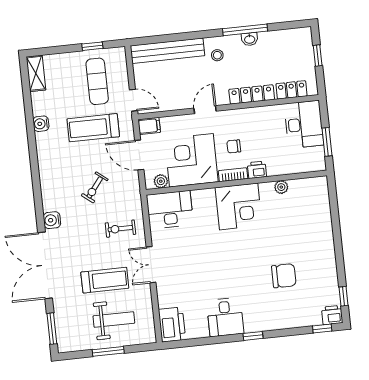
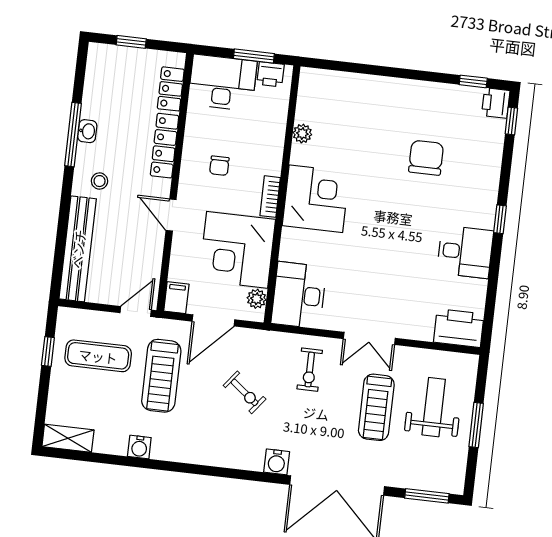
chair: (234, 146) -> (219, 166), moved
printer: (257, 170) -> (270, 74), moved, turned -90
treadmill: (105, 280) -> (376, 407), turned 180

